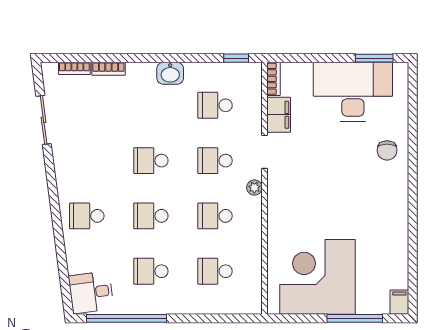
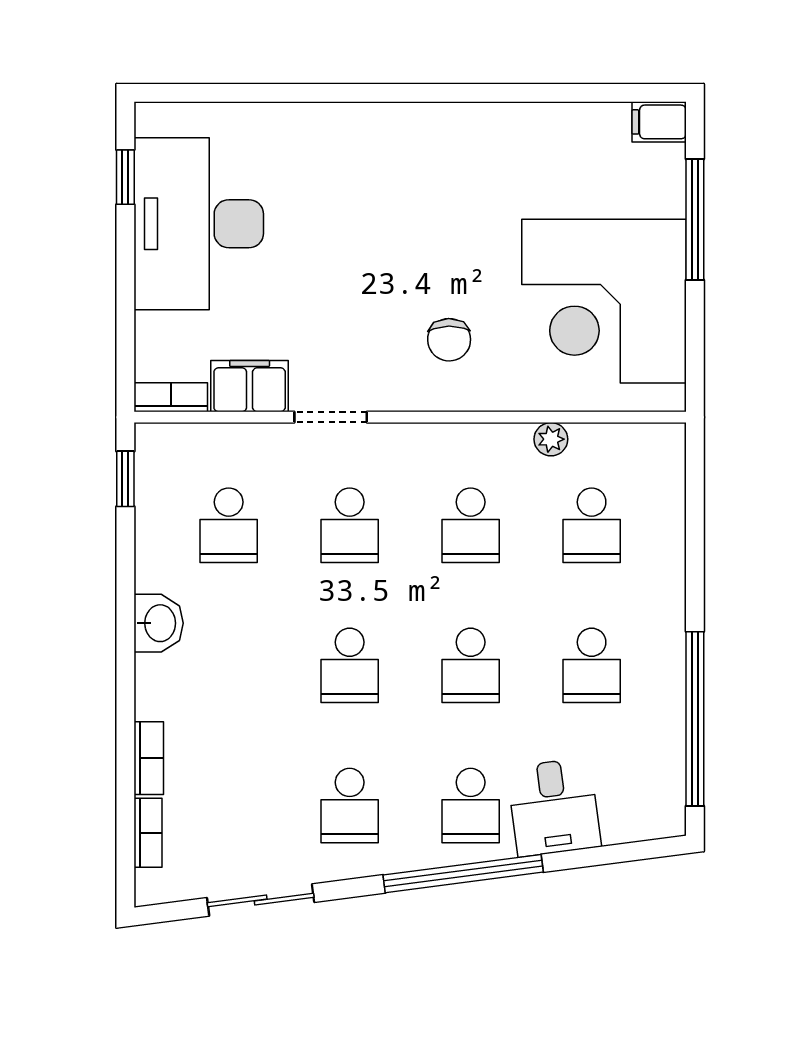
window: (374, 58) -> (125, 177), width x0.67
chair: (387, 150) -> (449, 340), moved, turned 89
school desk: (87, 161) -> (350, 806), added
plant: (254, 188) -> (551, 439), moved
window: (56, 213) -> (463, 874), added
desk: (91, 292) -> (554, 807), moved

